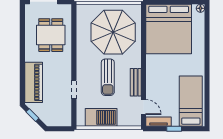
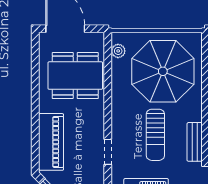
plant: (81, 18) -> (118, 51), added
dining table: (51, 35) -> (75, 76), width x1.38

